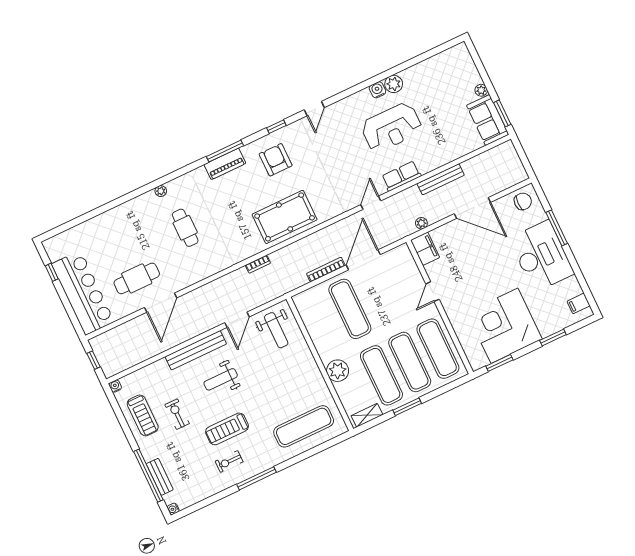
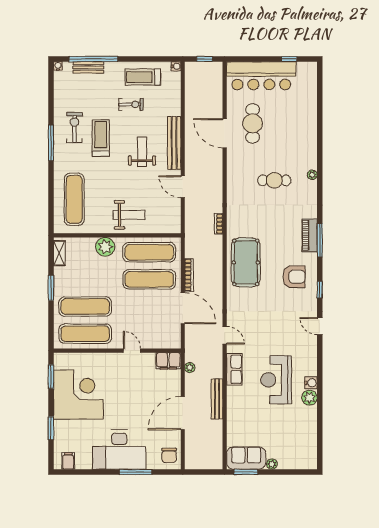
weight bench: (276, 330) -> (129, 215), moved, turned 180
exercise mat: (381, 375) -> (149, 252), moved
exercise bike: (229, 461) -> (74, 128), width x1.38, depth x1.39

